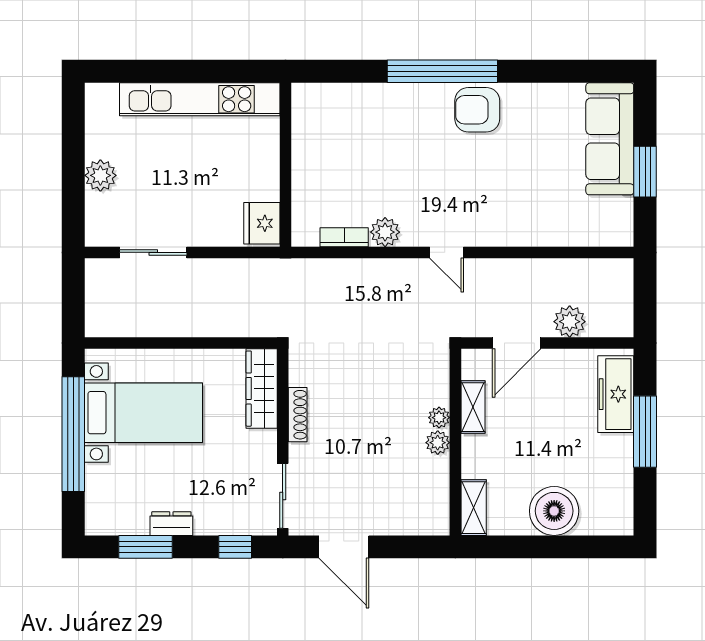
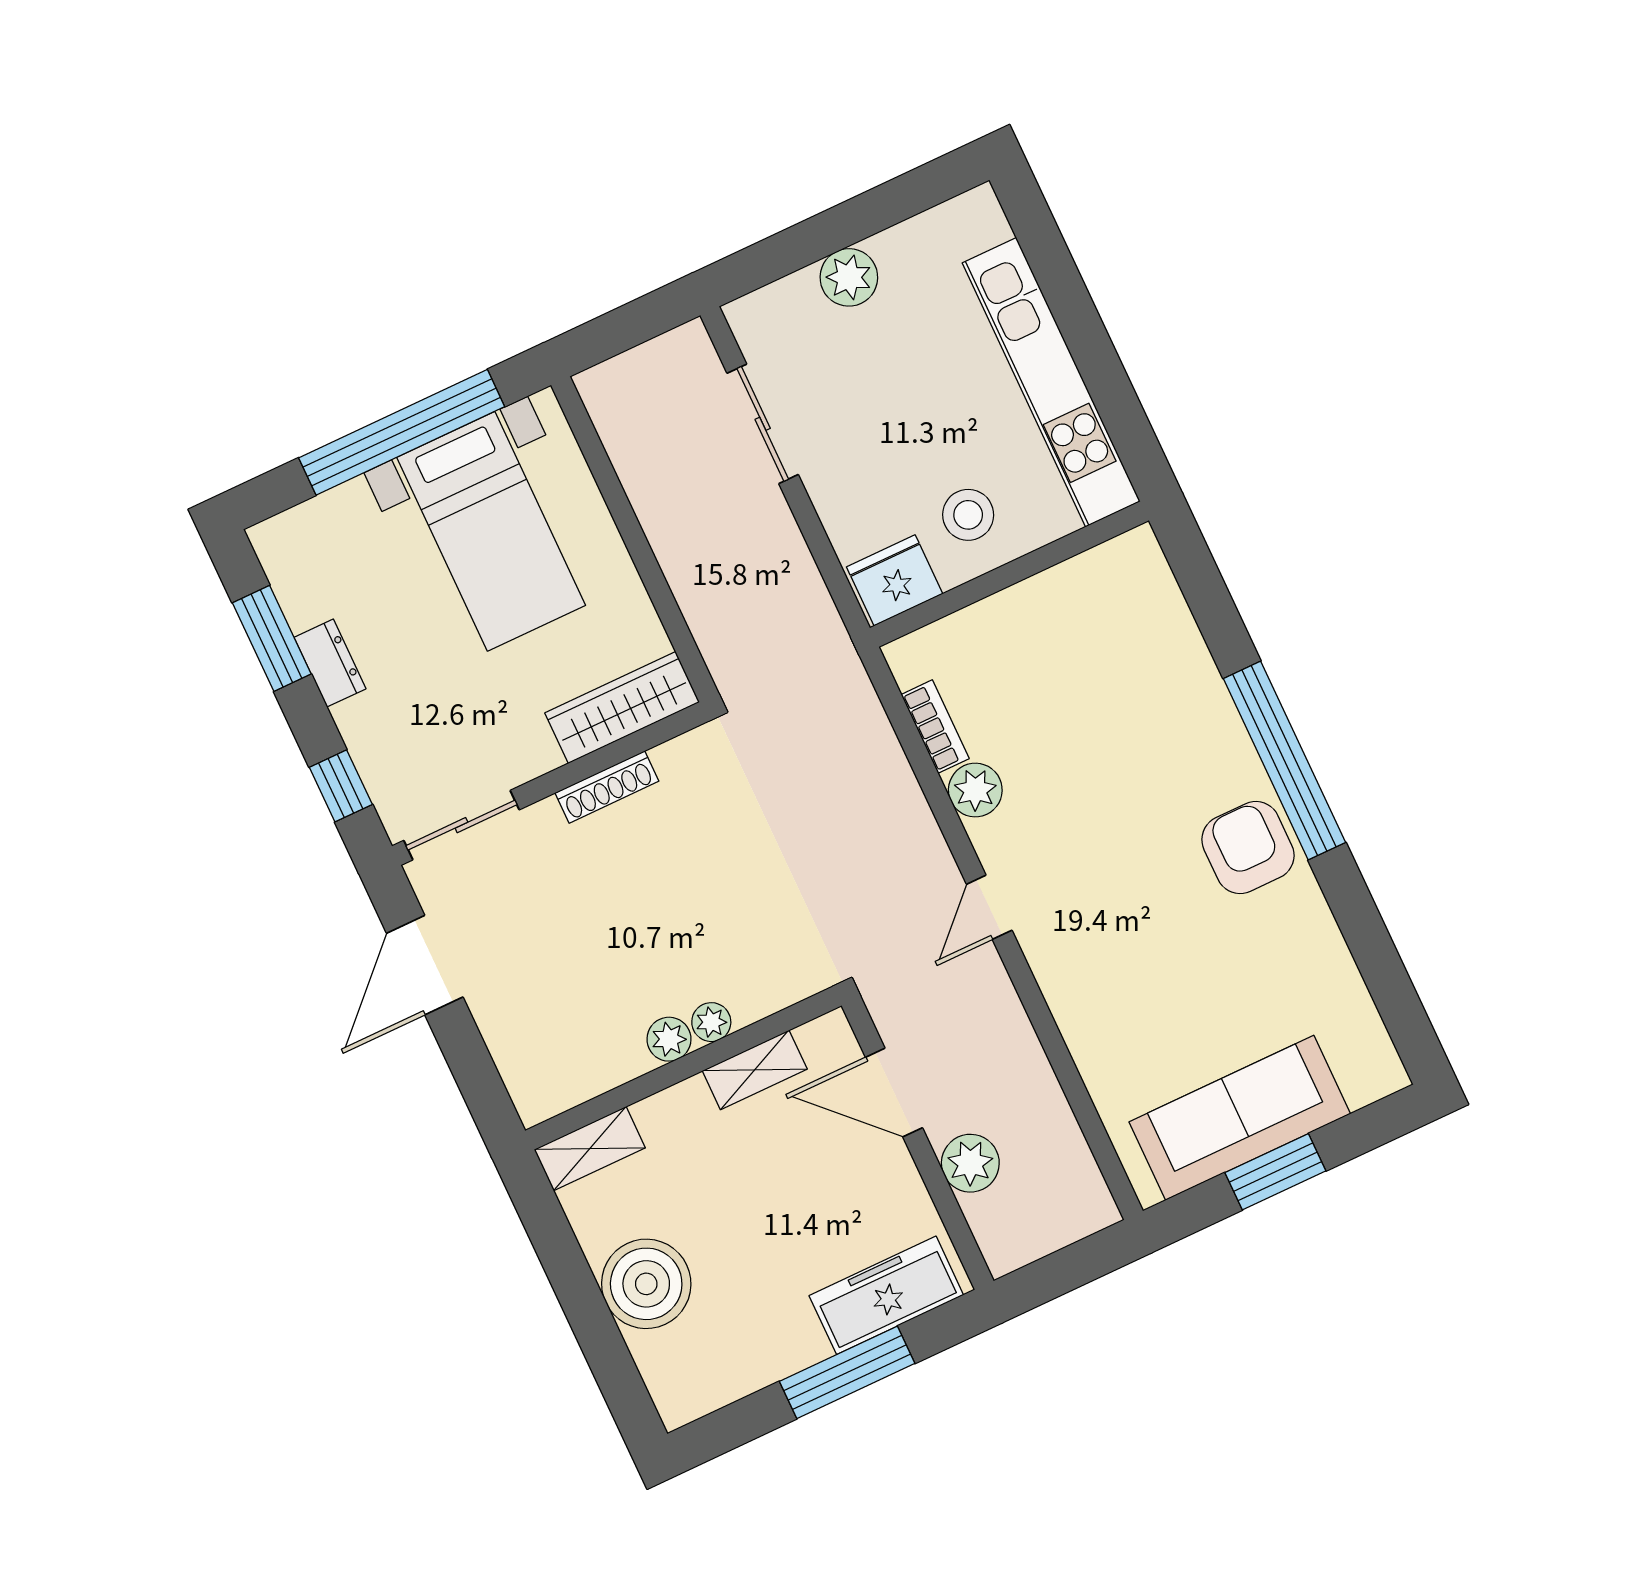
sofa: (610, 139) -> (1240, 1118), moved
stool: (246, 171) -> (968, 515), added

